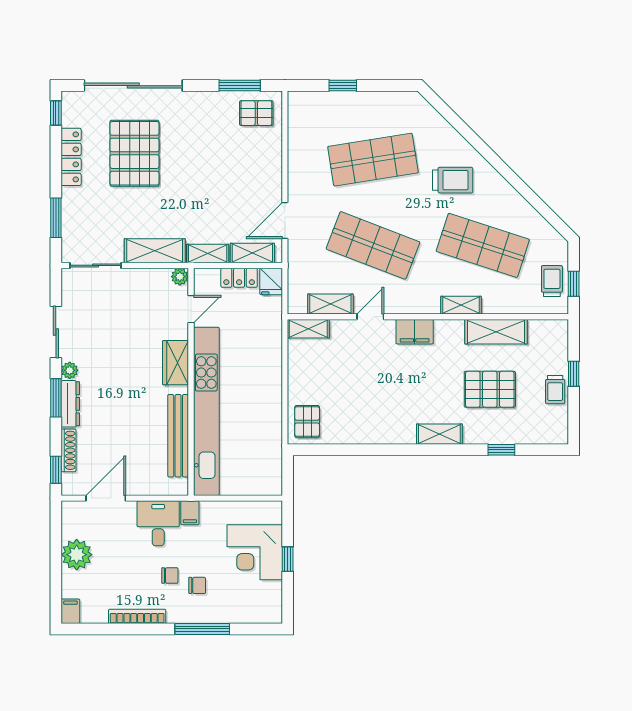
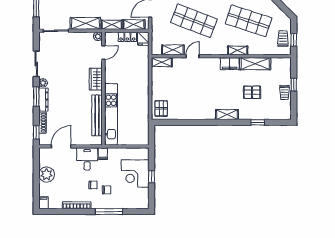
filing cabinet: (415, 332) -> (230, 64), moved
pallet: (490, 389) -> (252, 92), width x0.67, depth x0.71
kitchen unit: (206, 411) -> (111, 114), width x0.73

